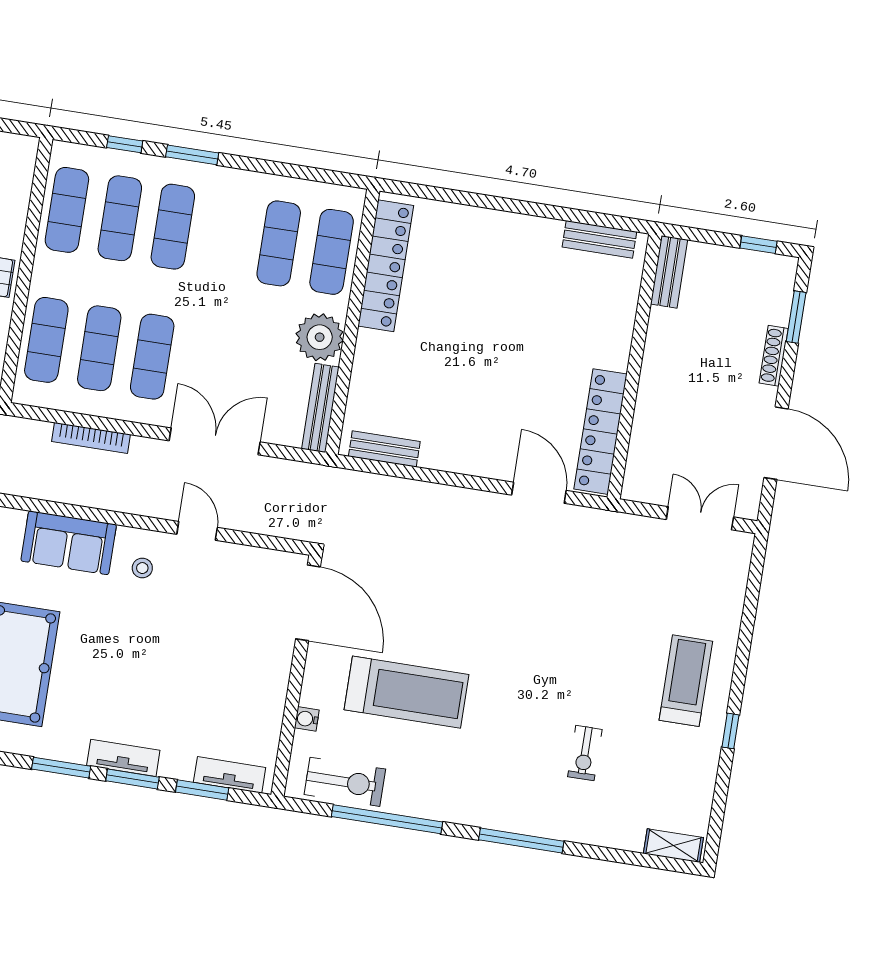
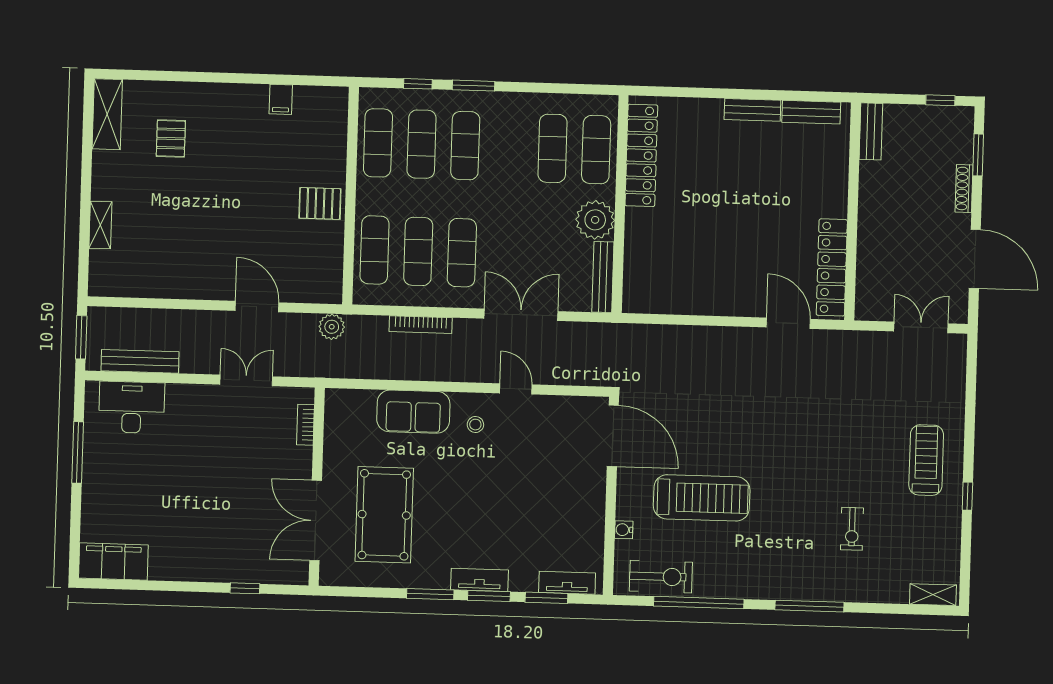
bench: (384, 449) -> (752, 110), moved

